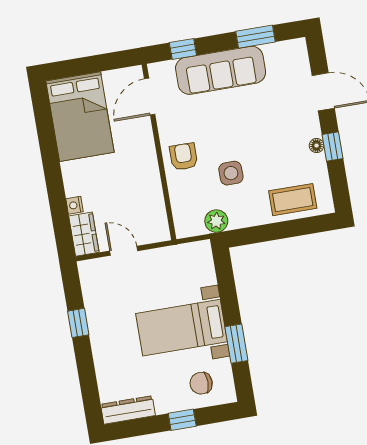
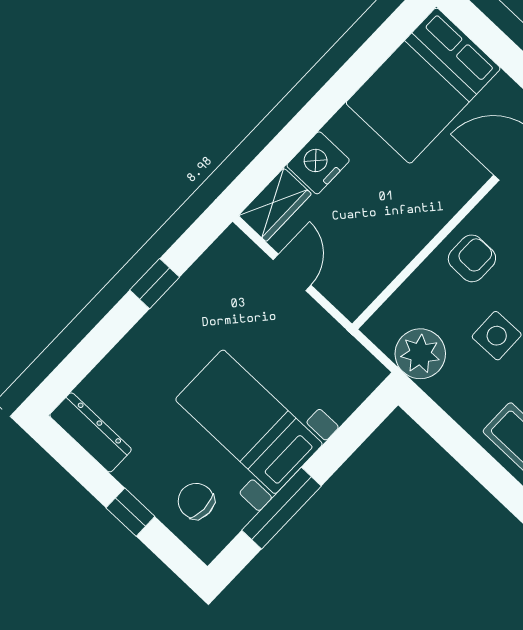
nightstand: (74, 205) -> (318, 163), width x1.89, depth x1.79
plant: (216, 221) -> (420, 354), width x1.36, depth x1.36
window: (236, 344) -> (281, 508), width x1.44

